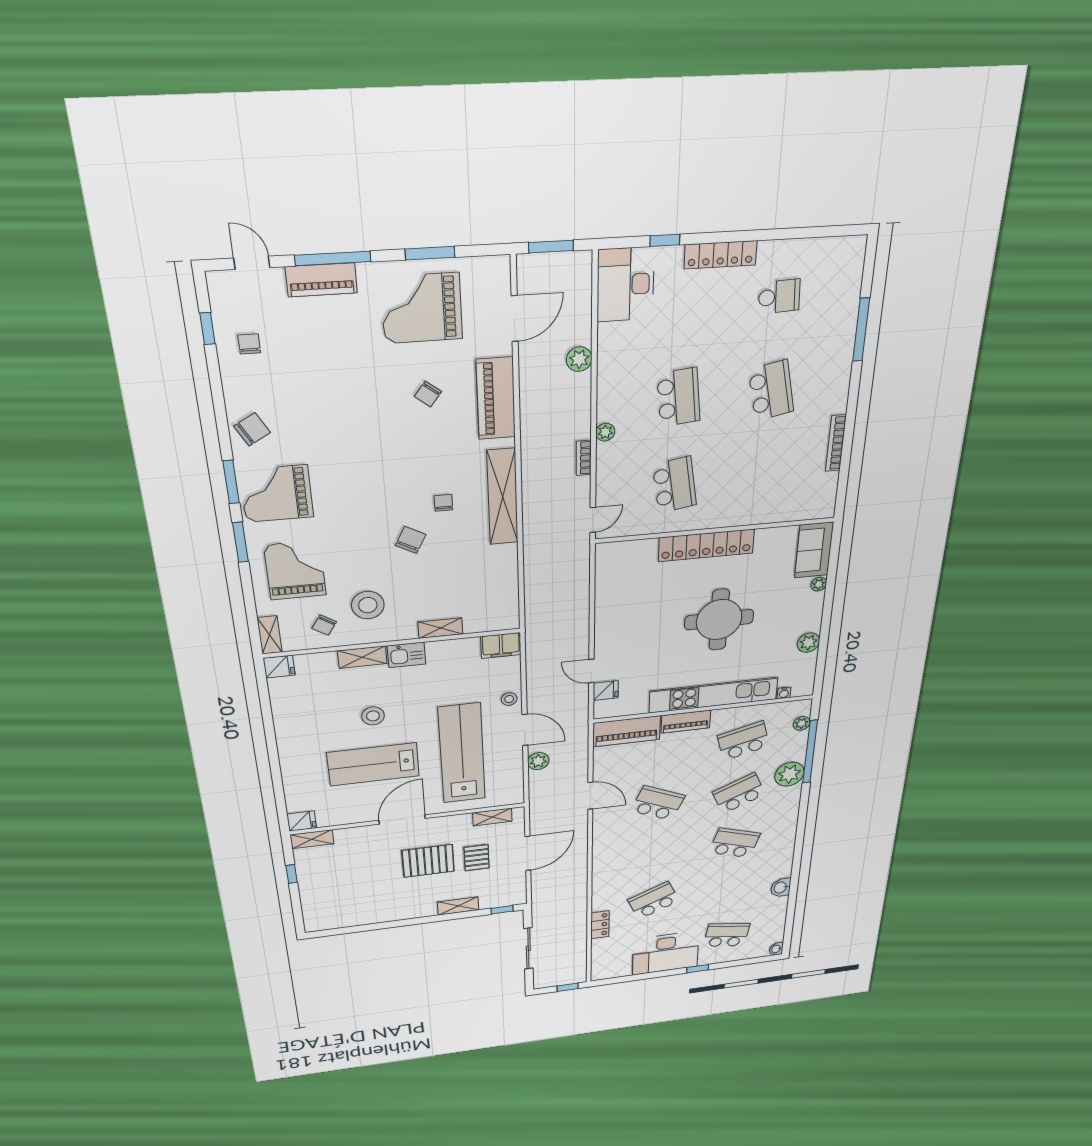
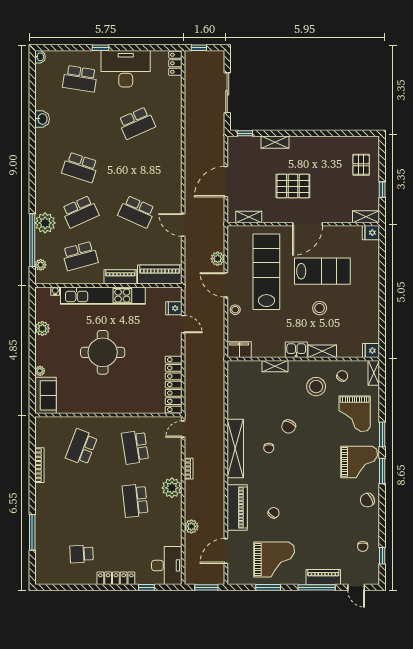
school desk: (771, 390) -> (82, 447), moved, turned 33
plant: (605, 432) -> (172, 488), width x1.87, depth x1.87
locker: (706, 545) -> (174, 385), moved, turned -90
lab bench: (462, 754) -> (266, 272), turned 180
pallet: (477, 858) -> (361, 165), moved
locker: (600, 925) -> (175, 63), moved

